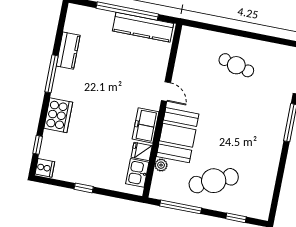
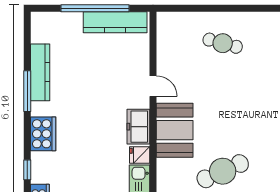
kitchen counter: (68, 51) -> (40, 72), width x1.50
plant: (161, 165) -> (163, 166), removed

